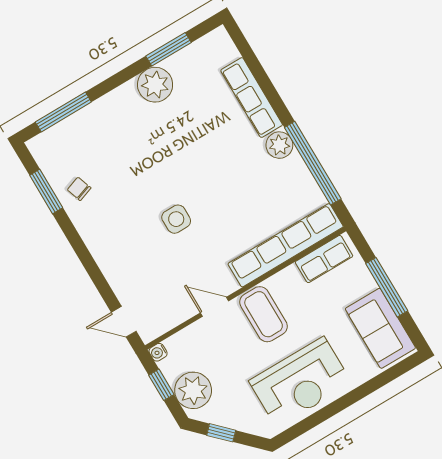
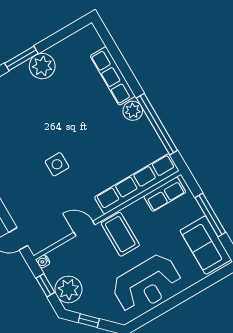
window: (169, 49) -> (21, 58), moved

